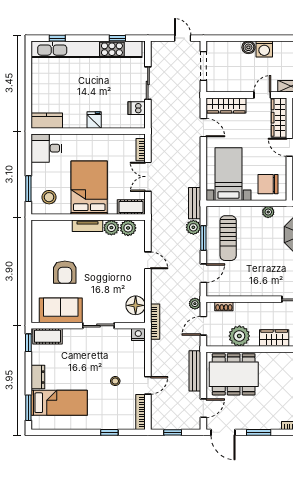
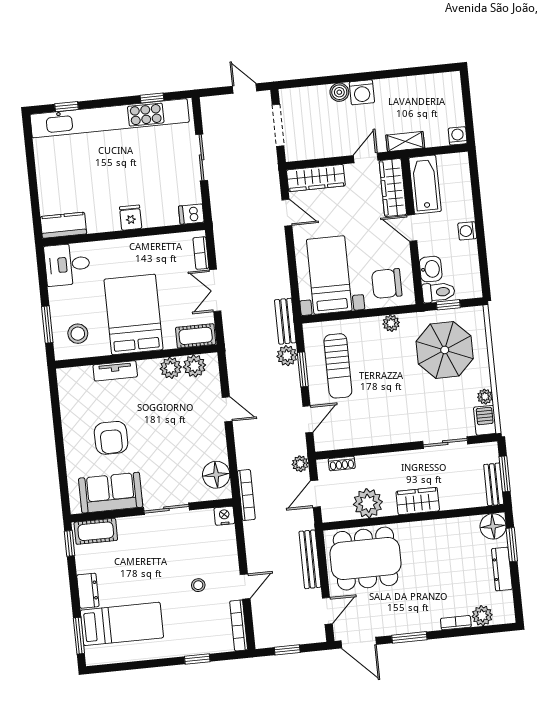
dishwasher: (137, 108) -> (191, 214), moved
tv unit: (88, 226) -> (115, 371), moved

